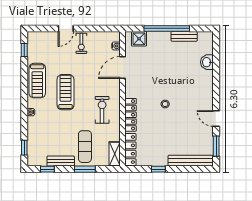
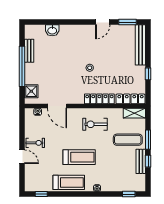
treadmill: (65, 92) -> (79, 157), turned 180
window: (47, 169) -> (148, 161), moved

